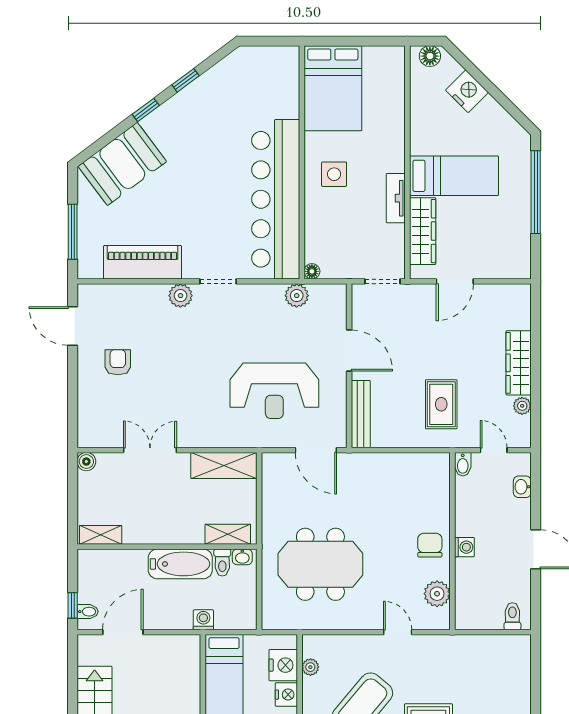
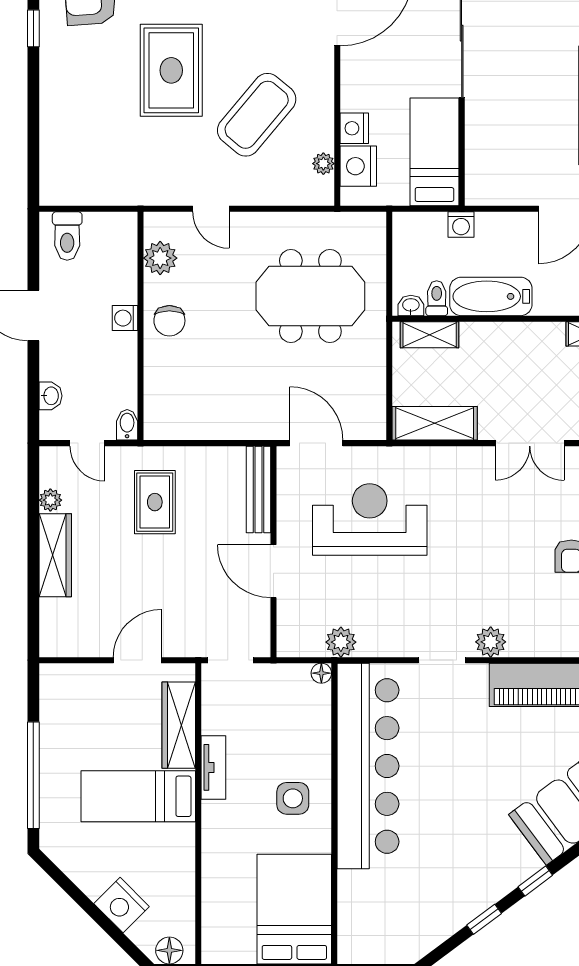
toilet: (512, 616) -> (67, 236), width x1.37, depth x1.39

